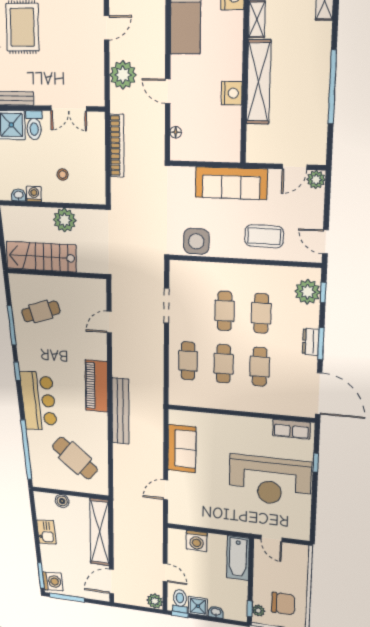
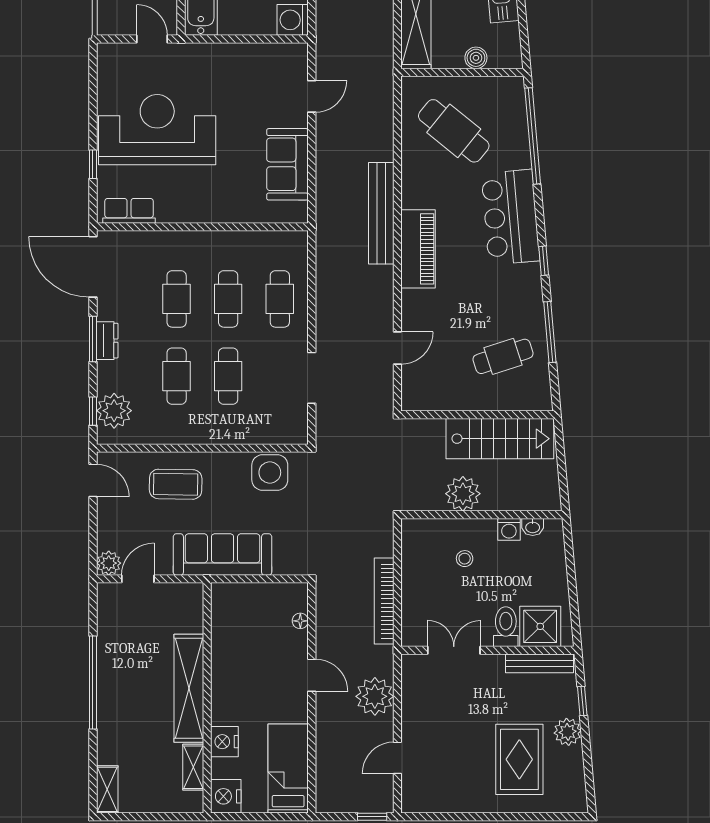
nightstand: (232, 93) -> (224, 742), moved
washing machine: (197, 541) -> (293, 20), moved, turned -90

